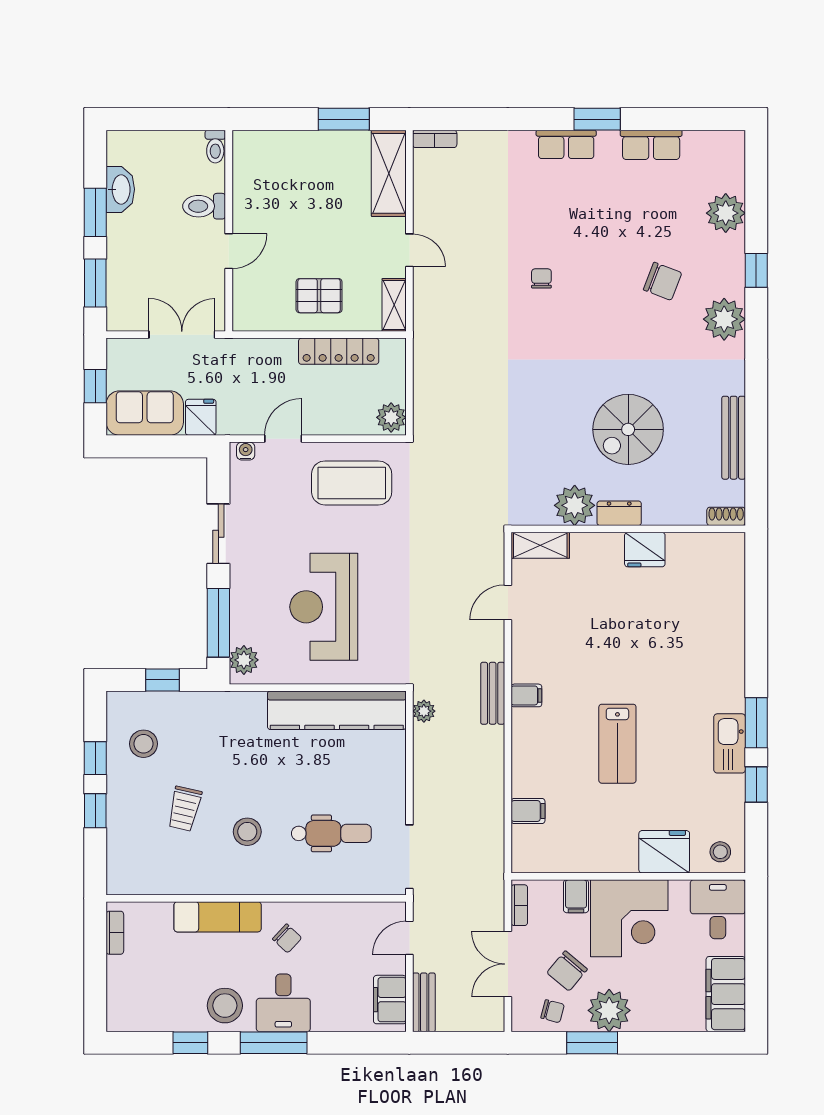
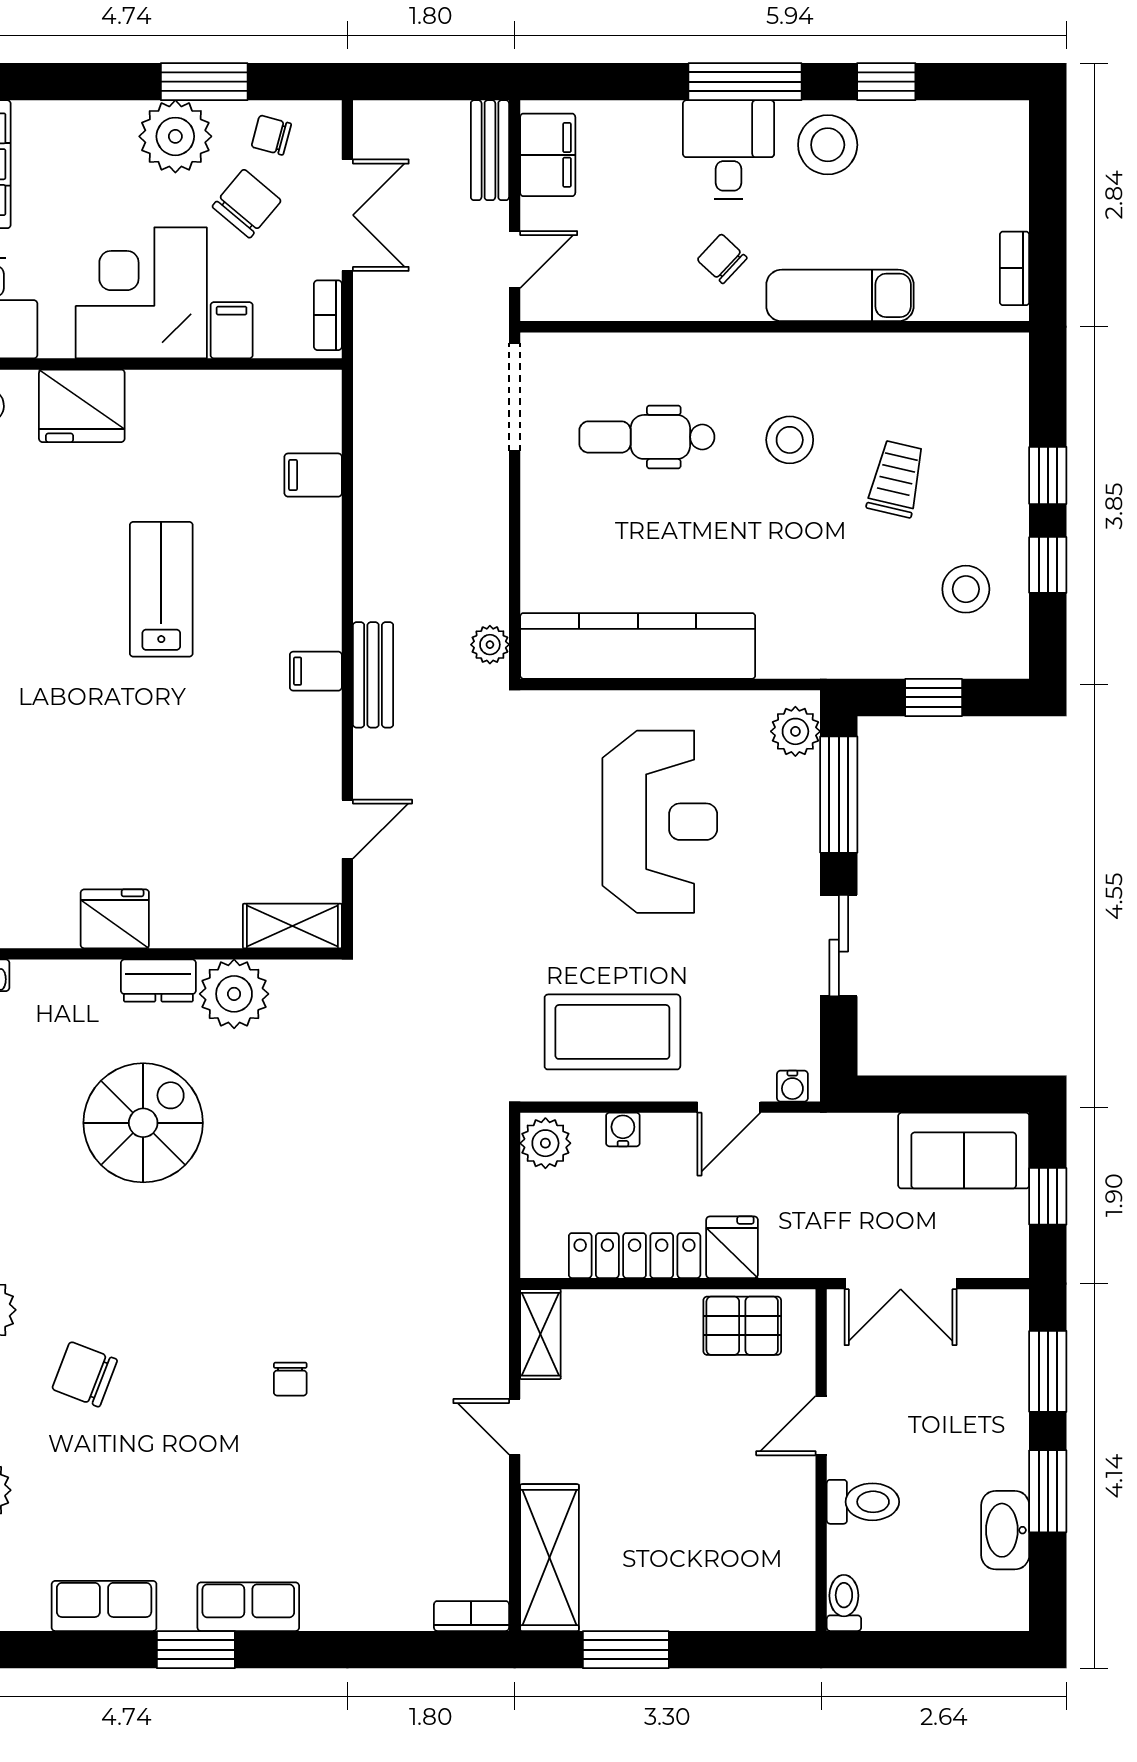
pallet: (319, 296) -> (742, 1326), moved
fridge: (201, 417) -> (732, 1247), moved, turned 180
water cooler: (345, 425) -> (623, 1130), added

